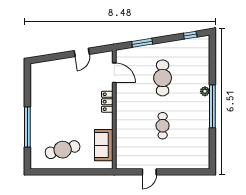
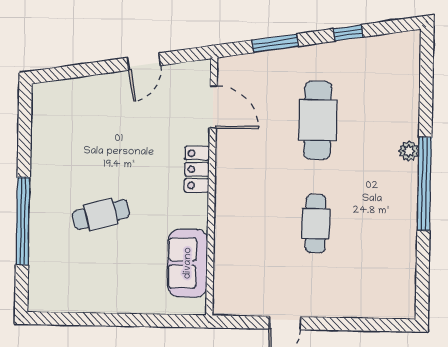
window: (190, 35) -> (348, 33), moved
cafe table: (63, 150) -> (101, 214), moved, width x0.73, depth x0.74

